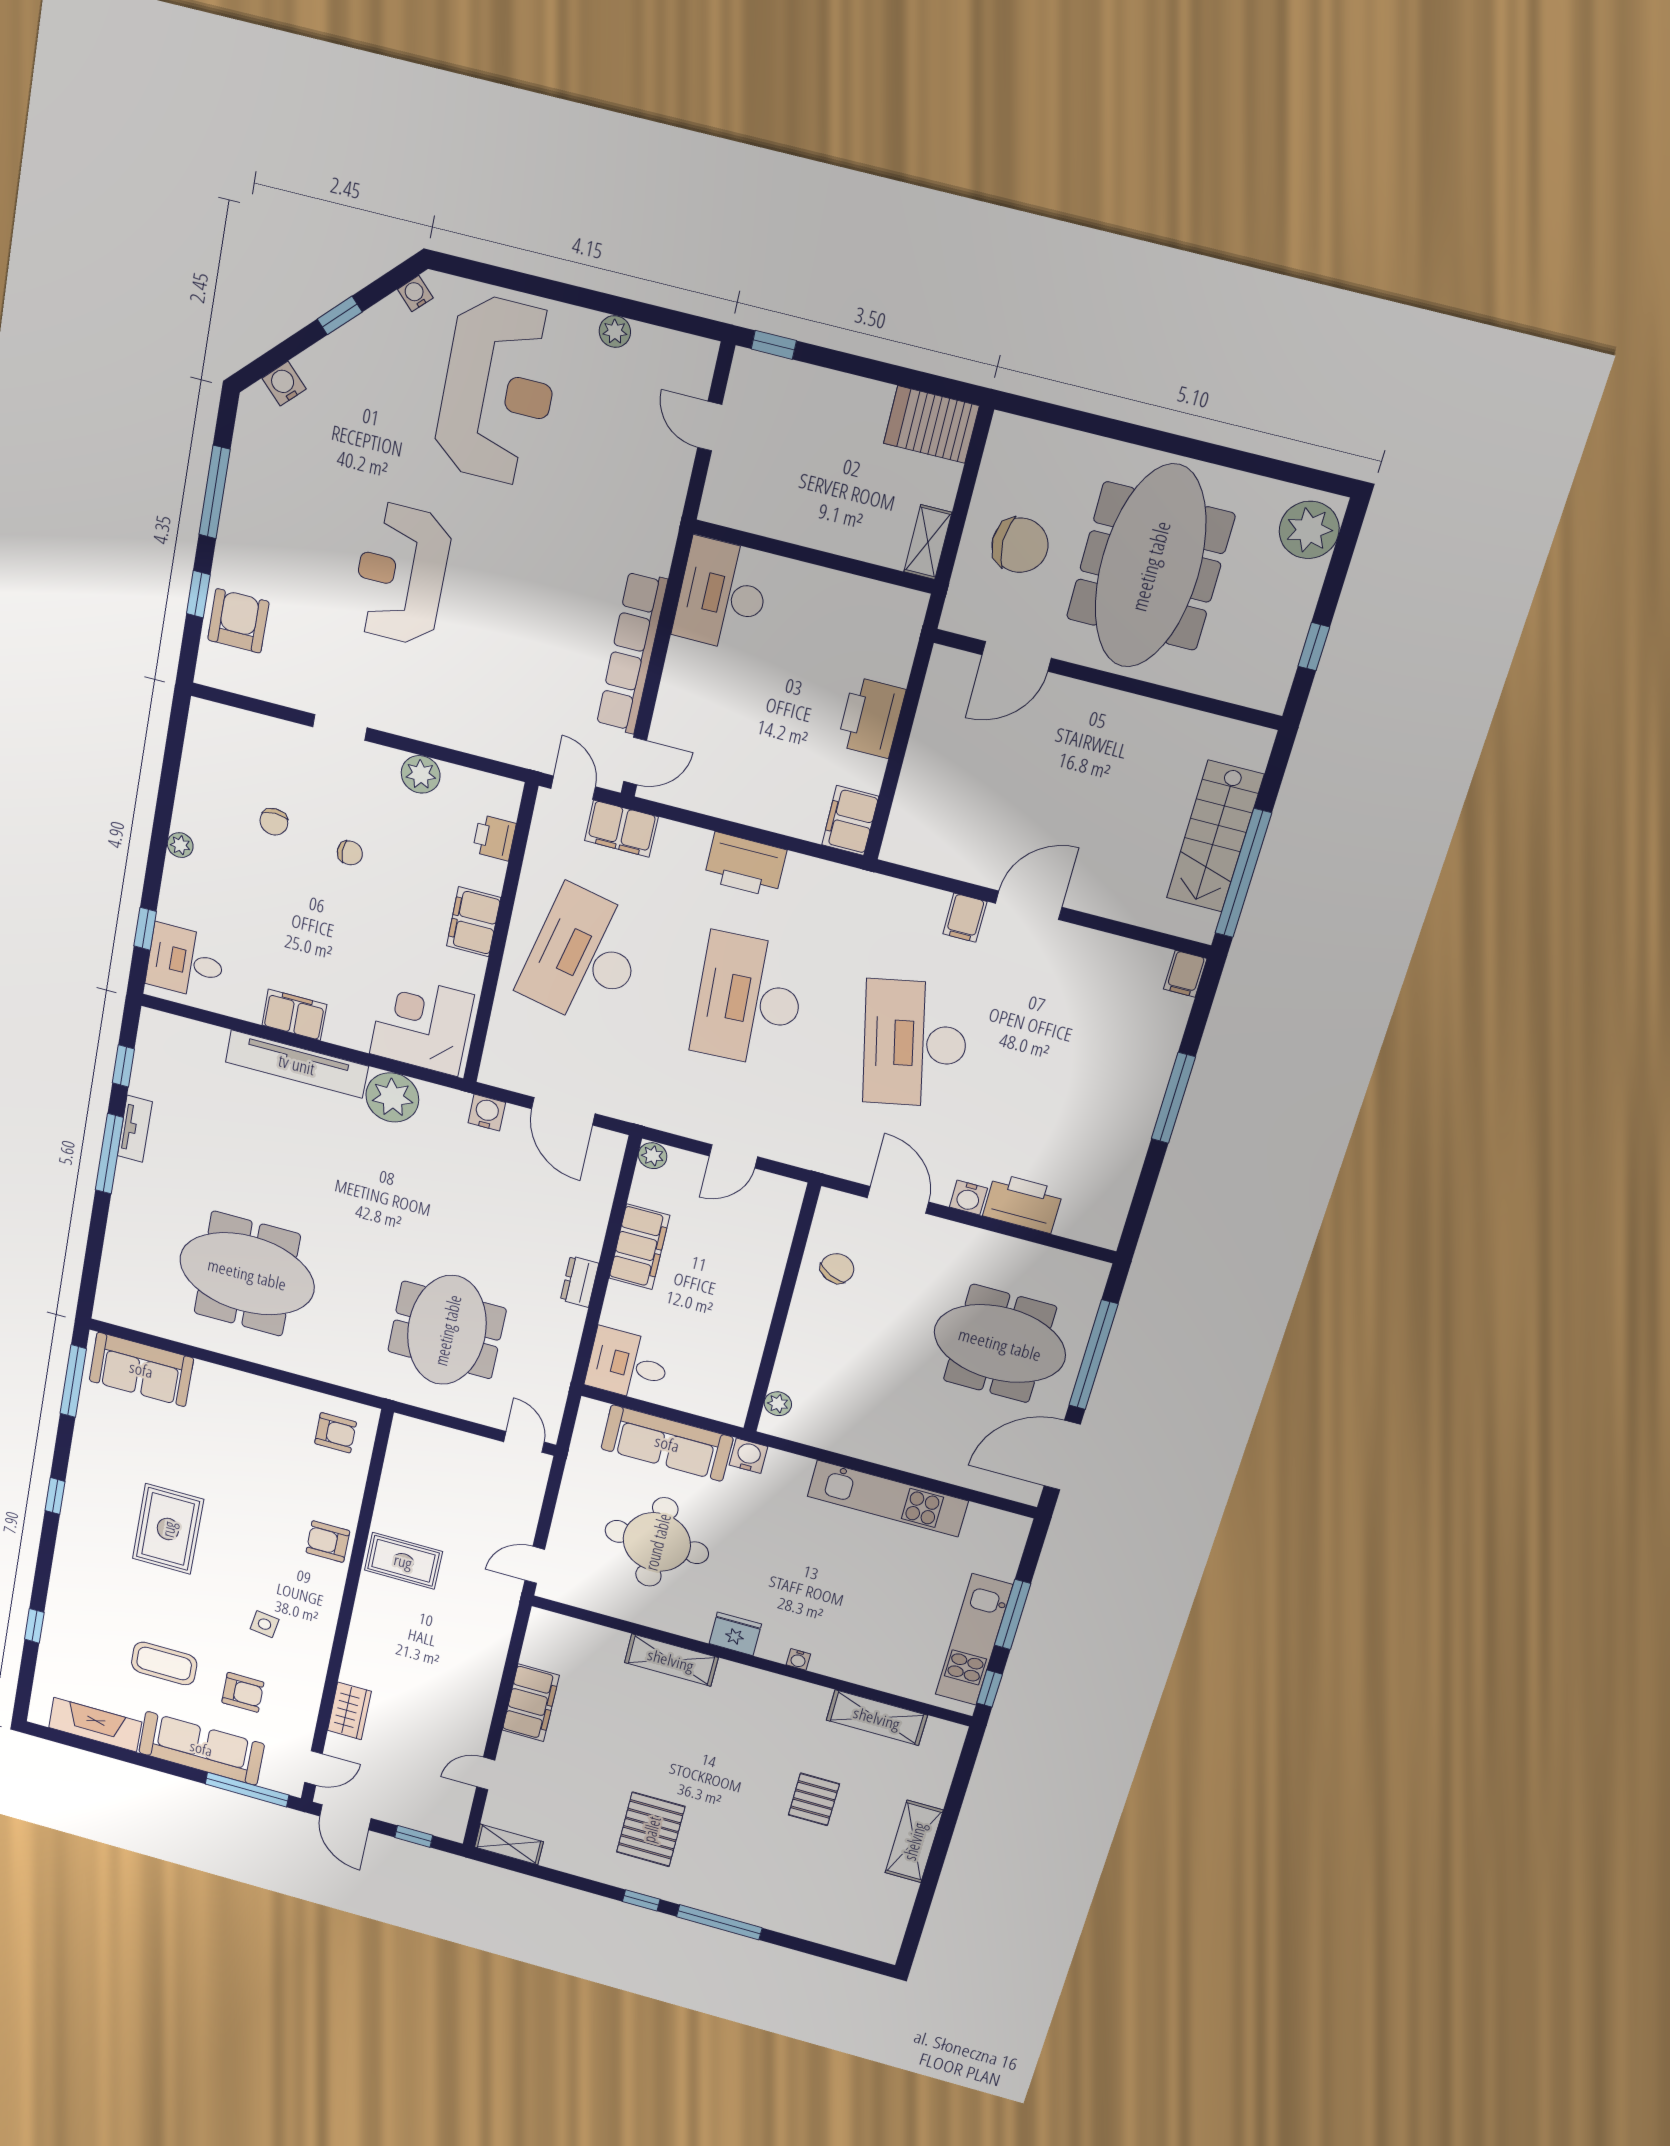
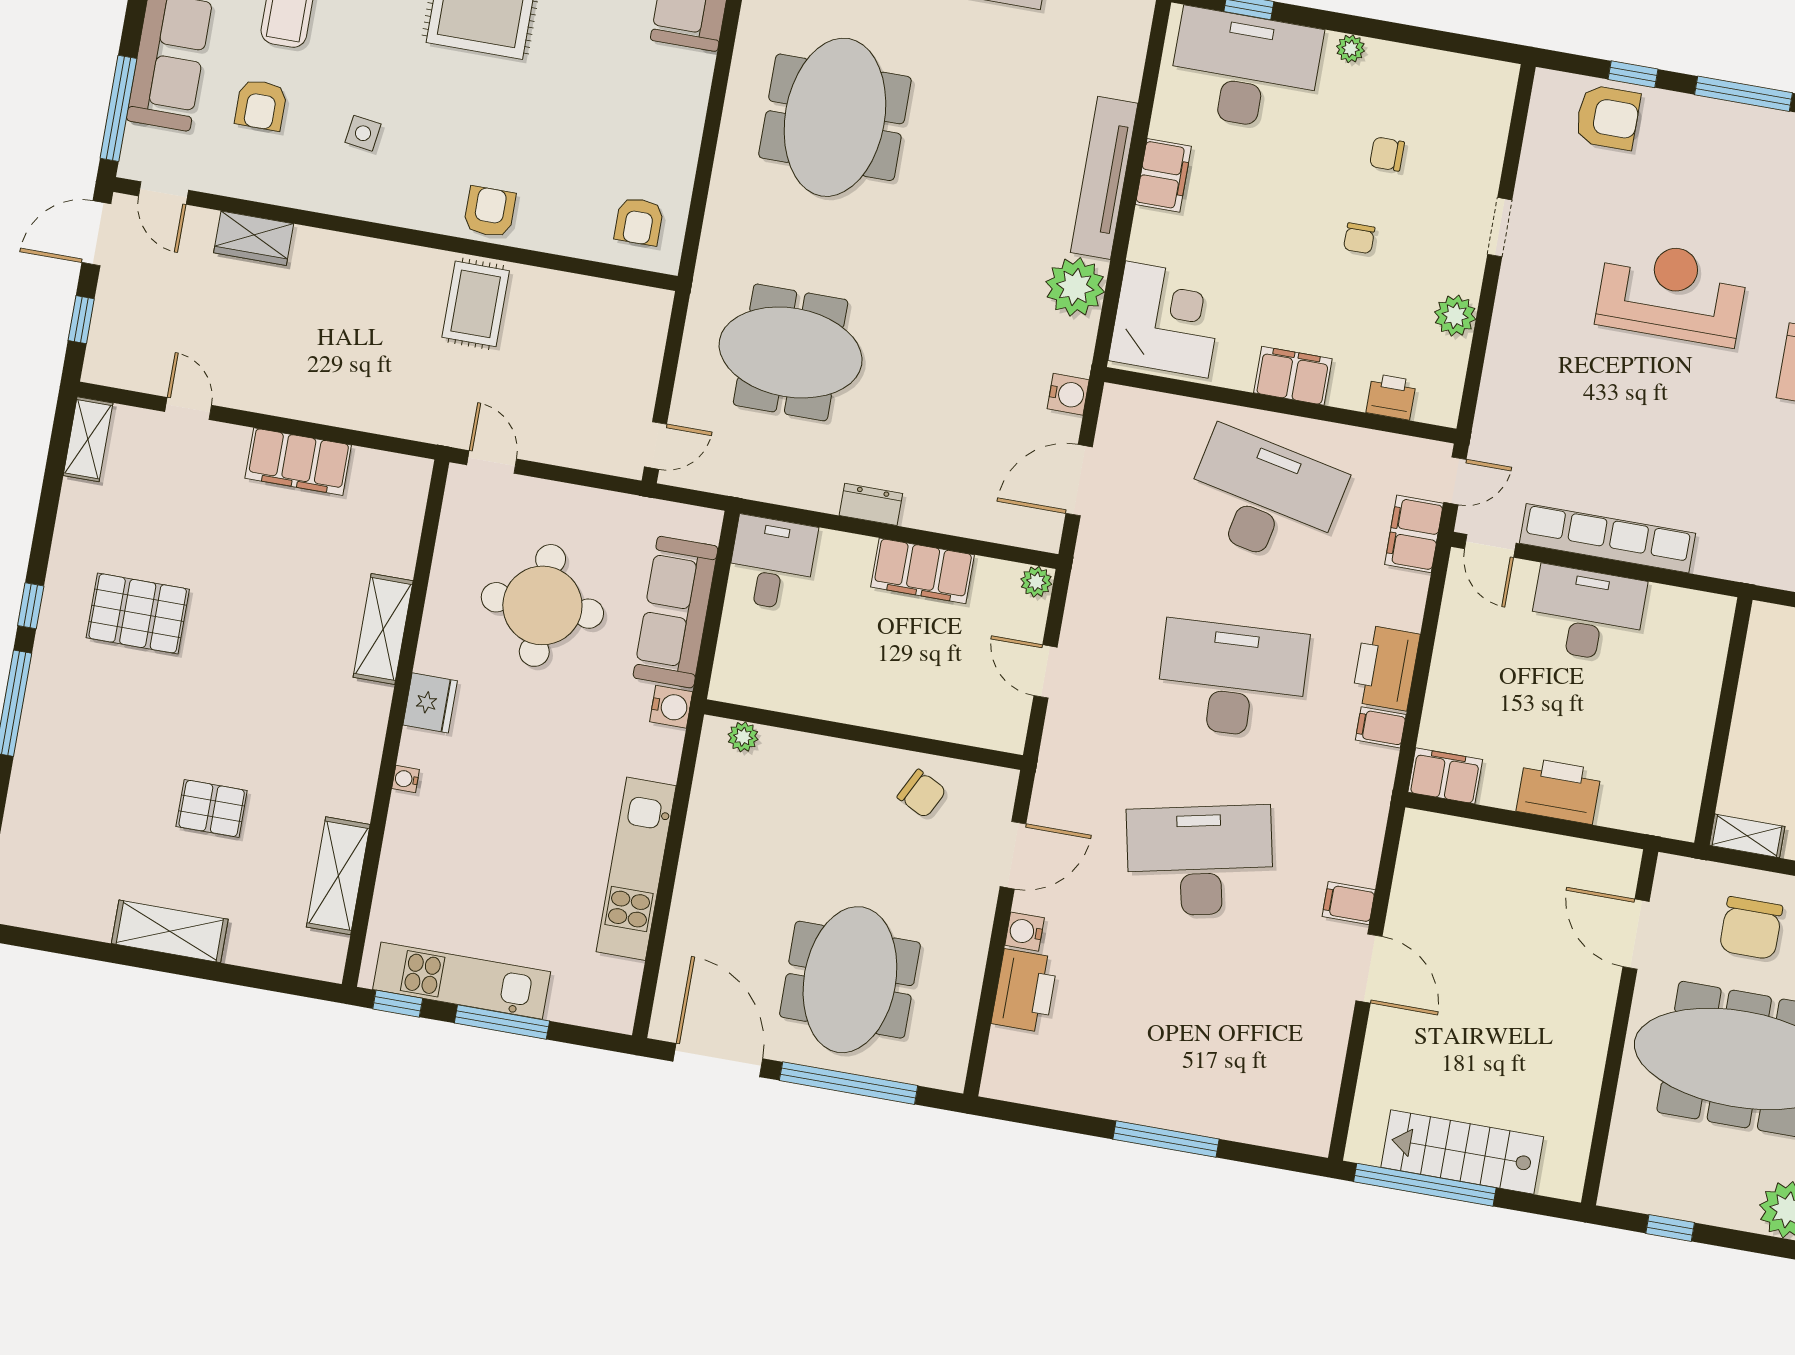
desk: (722, 595) -> (1587, 614), moved
desk: (186, 962) -> (1245, 70), width x1.87, depth x1.30
filing cabinet: (1185, 974) -> (1381, 727), moved

